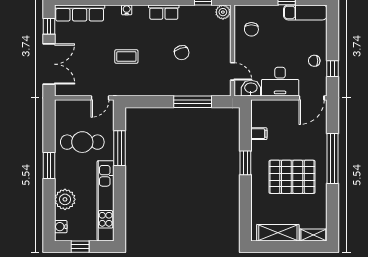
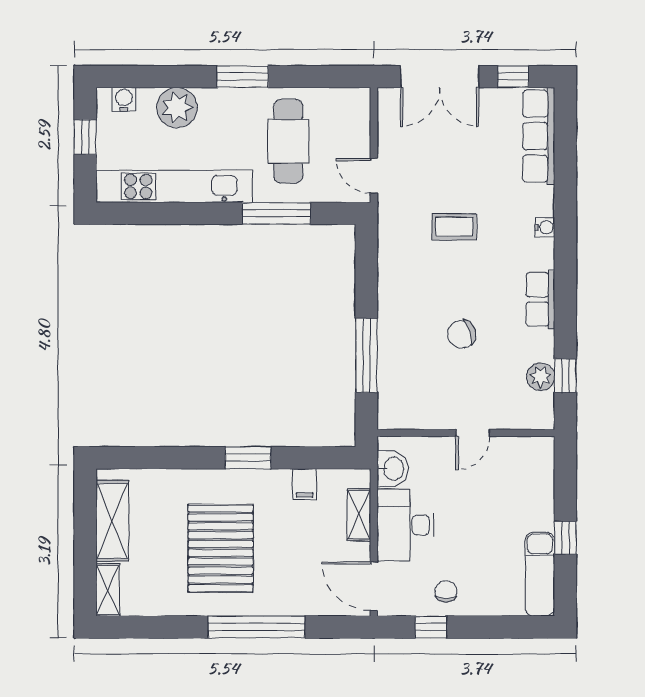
plant: (223, 12) -> (541, 377), moved
chair: (251, 29) -> (507, 470), removed
coffee table: (126, 56) -> (454, 227), turned 90
door: (233, 71) -> (473, 433), moved
shelving: (275, 106) -> (359, 515), added

